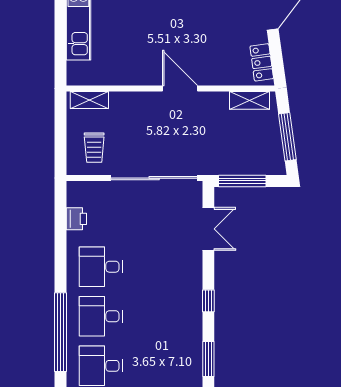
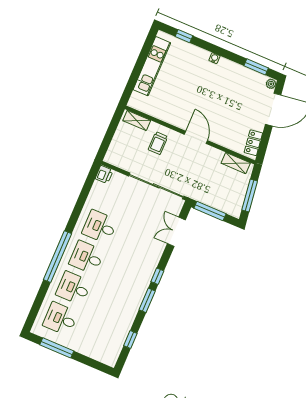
trolley: (94, 148) -> (158, 143), moved
printer: (76, 219) -> (104, 174), moved
double door: (208, 229) -> (176, 232), swing flipped
window: (208, 359) -> (147, 300), moved

